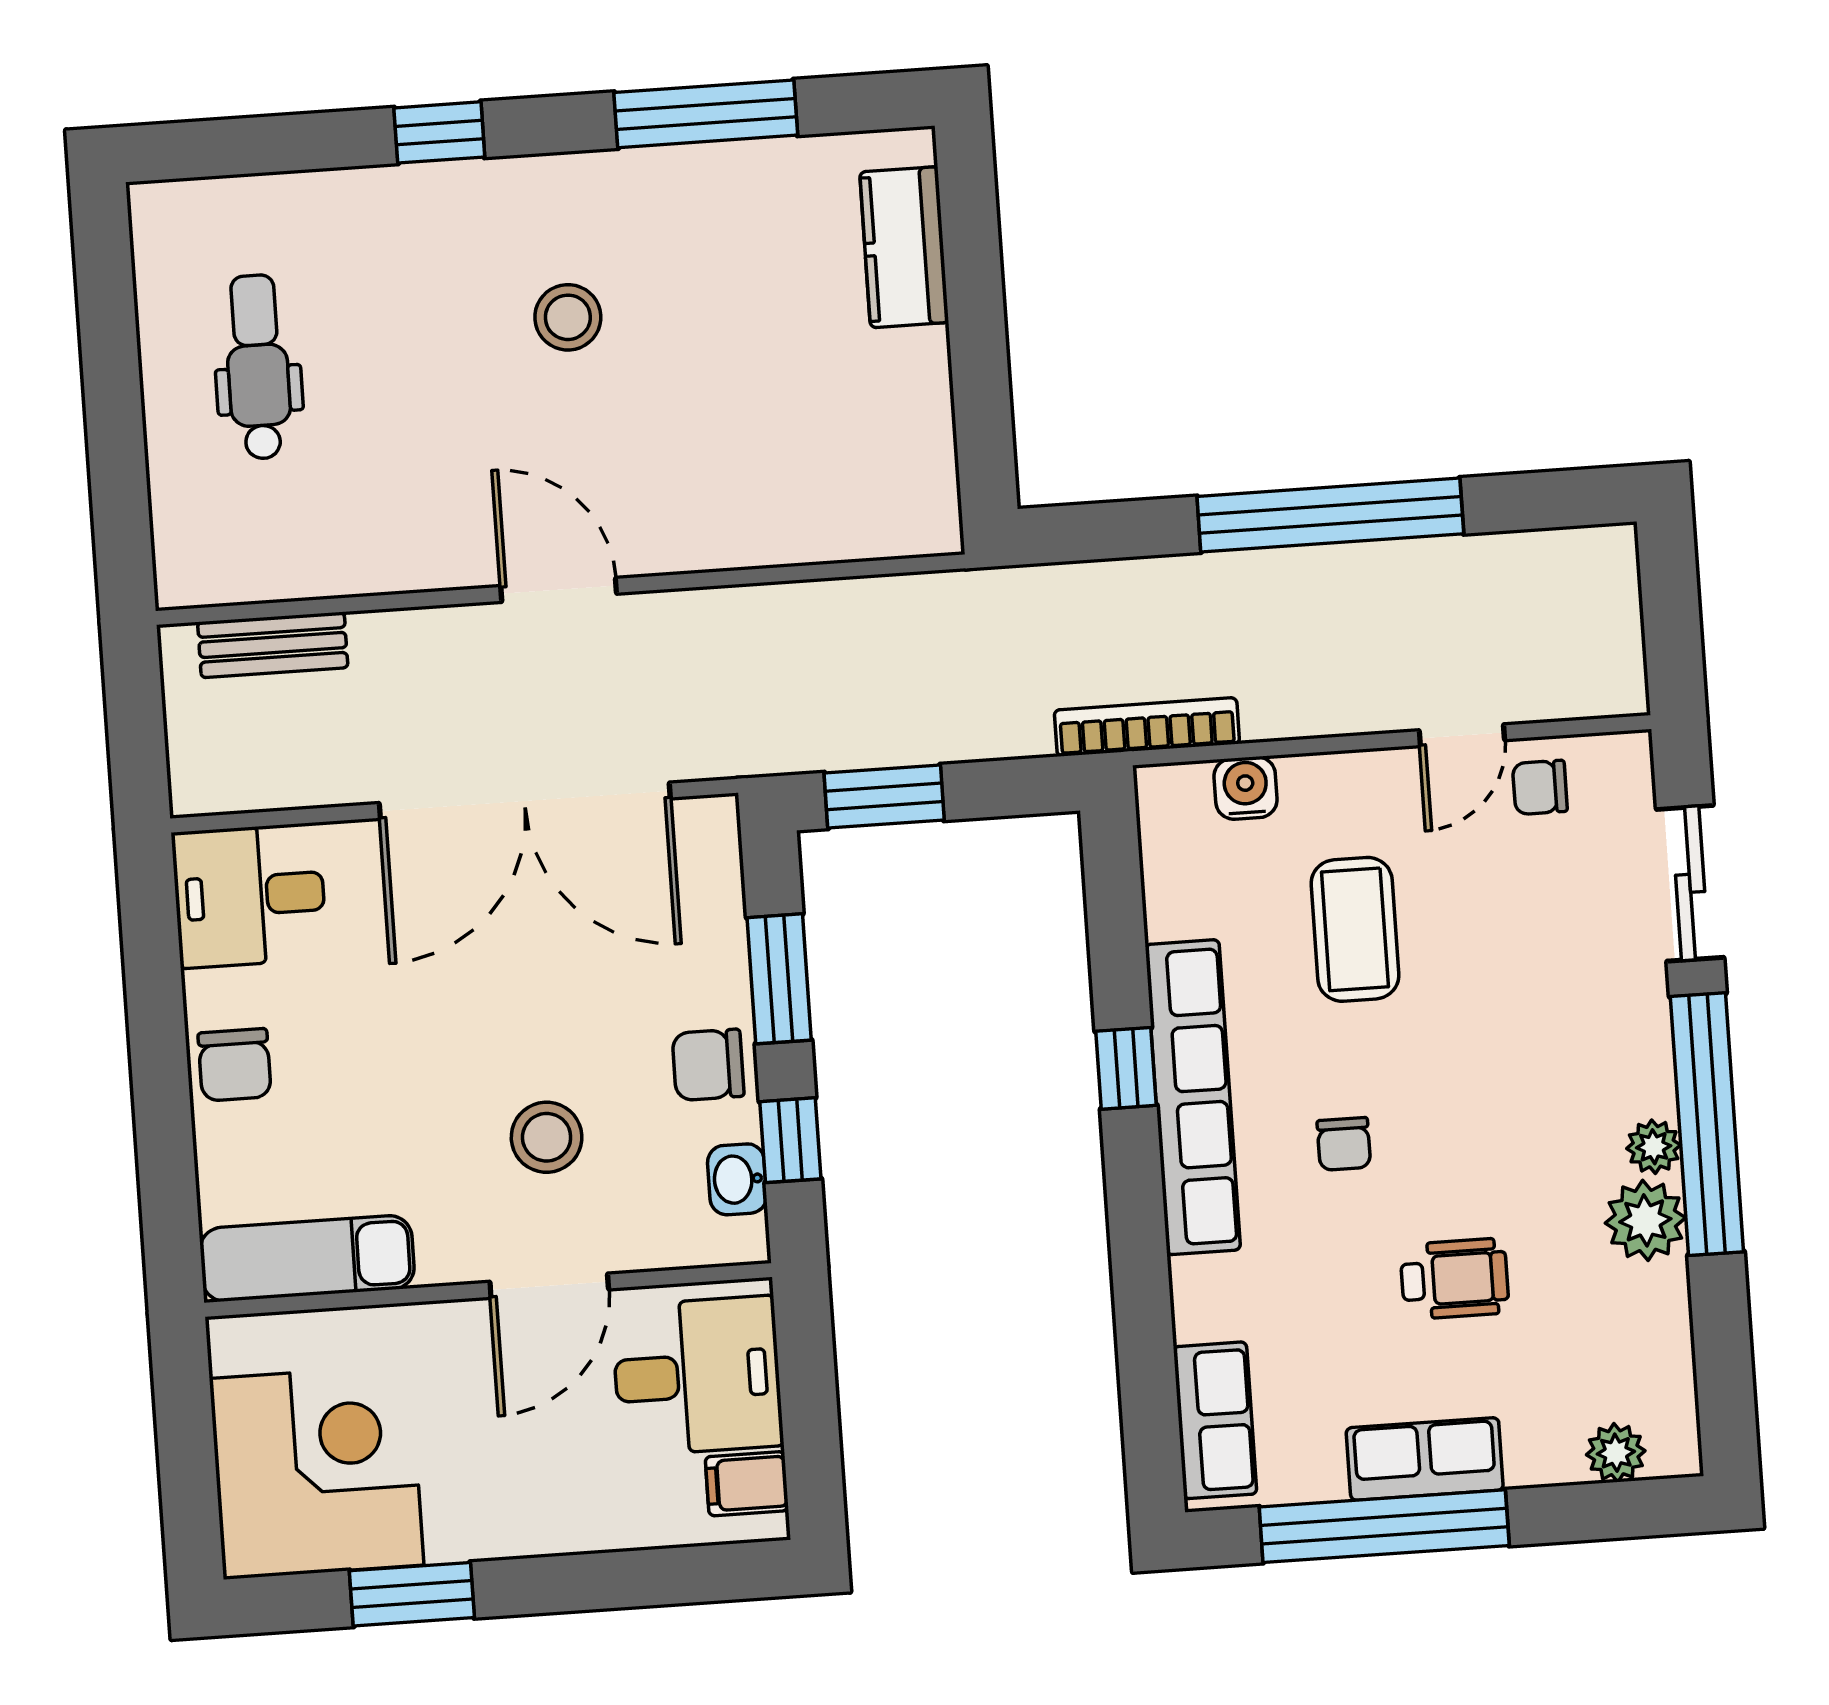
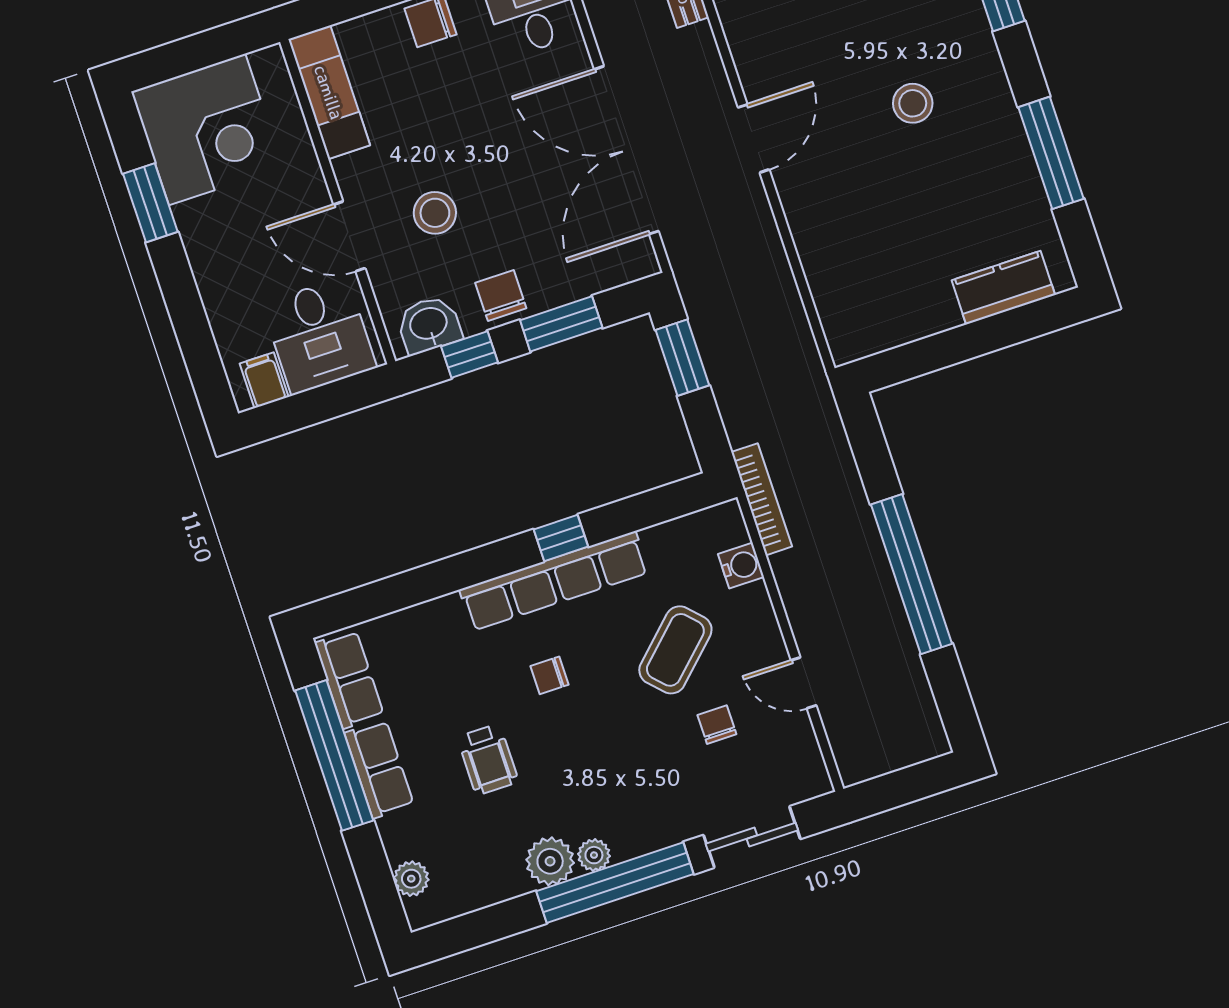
chair: (1540, 787) -> (717, 725), moved
coffee table: (1355, 929) -> (675, 650), turned -44
washbasin: (737, 1179) -> (429, 325), width x1.38, depth x1.45
row of seats: (1215, 1420) -> (349, 679), moved, turned -90

